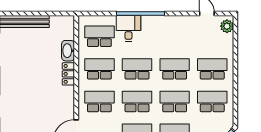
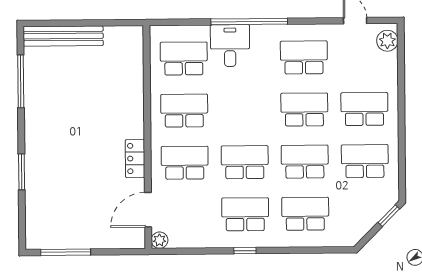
washbasin: (68, 51) -> (134, 82), removed
school desk: (137, 69) -> (304, 57), moved
locker: (68, 74) -> (135, 158), moved

